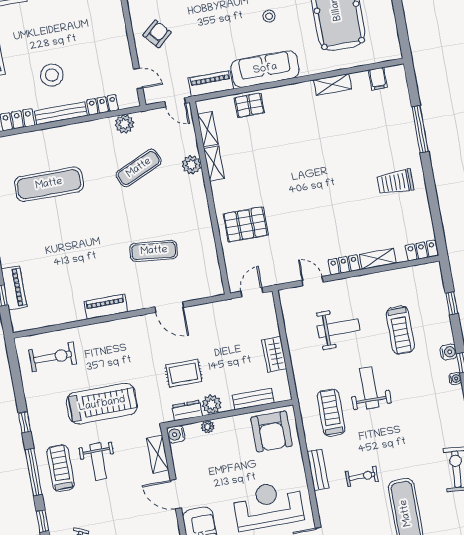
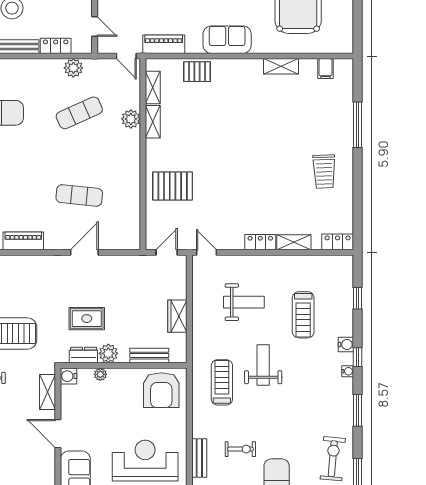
sofa: (265, 69) -> (227, 40), width x0.73
trolley: (395, 182) -> (324, 171), turned -92
door: (312, 281) -> (206, 252), moved
door: (169, 307) -> (84, 252), swing flipped
bench: (318, 470) -> (199, 458), moved

